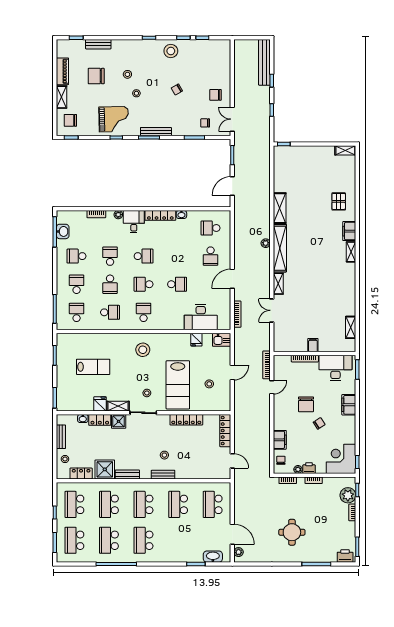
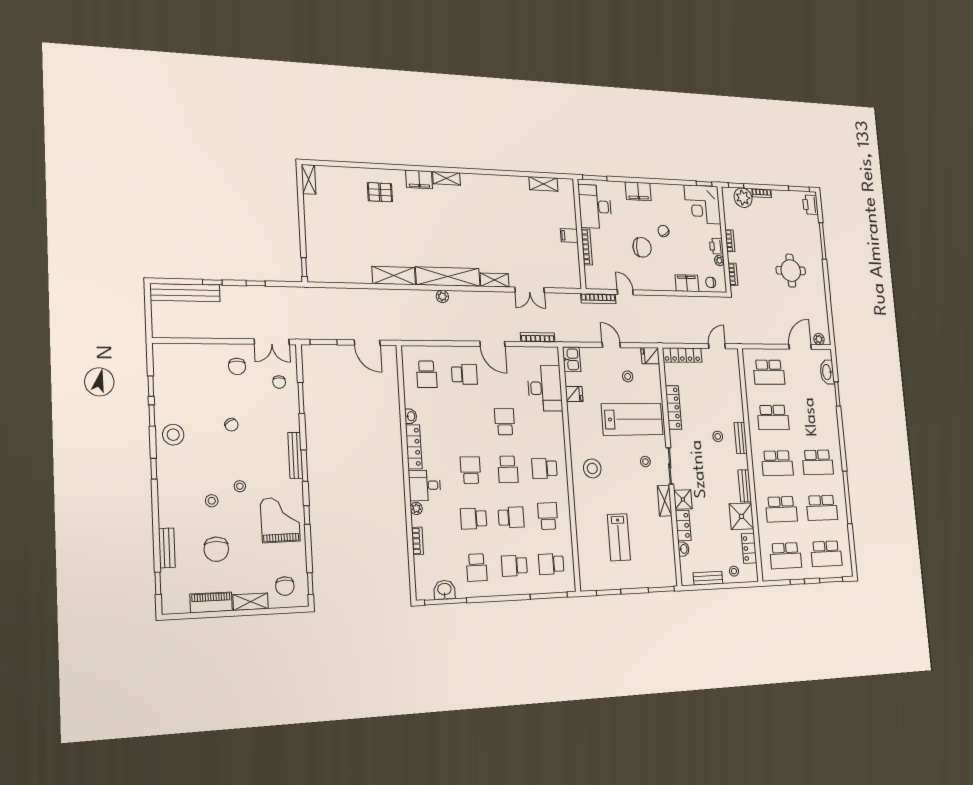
lab bench: (93, 367) -> (619, 537), turned 180
fridge: (100, 404) -> (650, 356), moved

